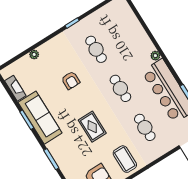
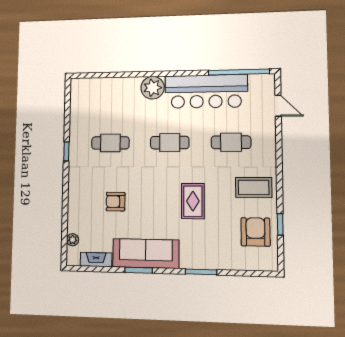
plant: (34, 55) -> (73, 240), moved
plant: (155, 56) -> (153, 88), width x1.88, depth x1.88
armchair: (71, 80) -> (116, 202), moved, turned 180
rug: (92, 127) -> (193, 201), turned 90

